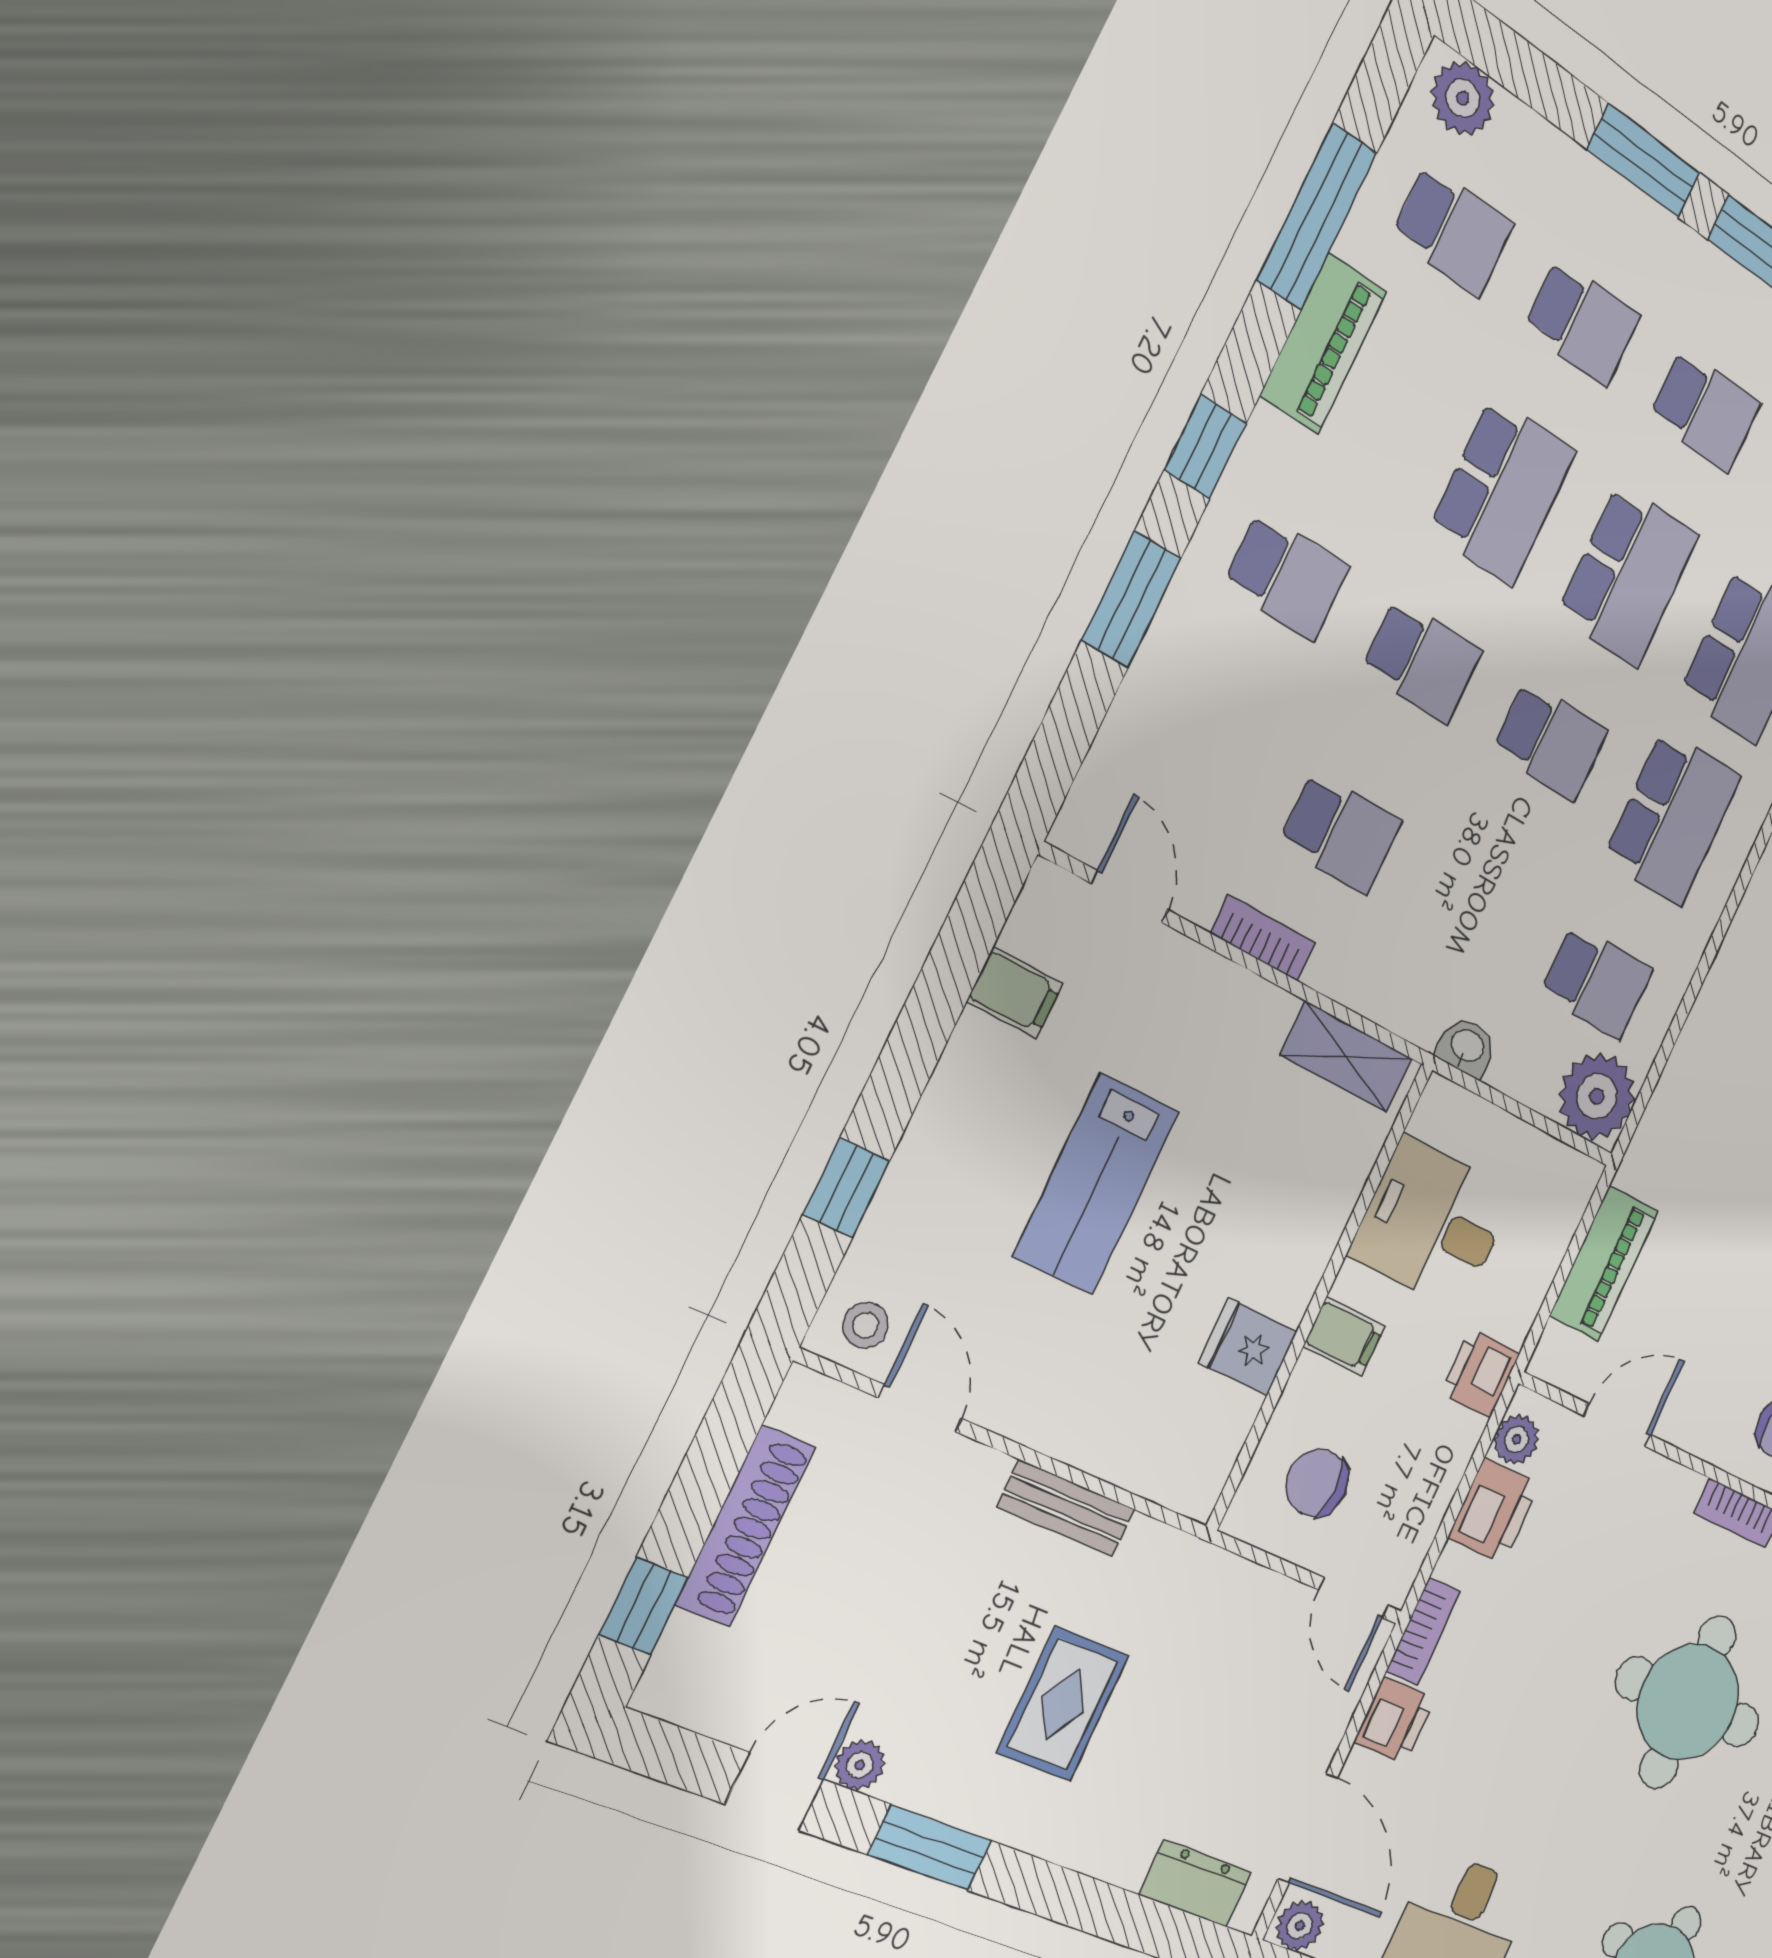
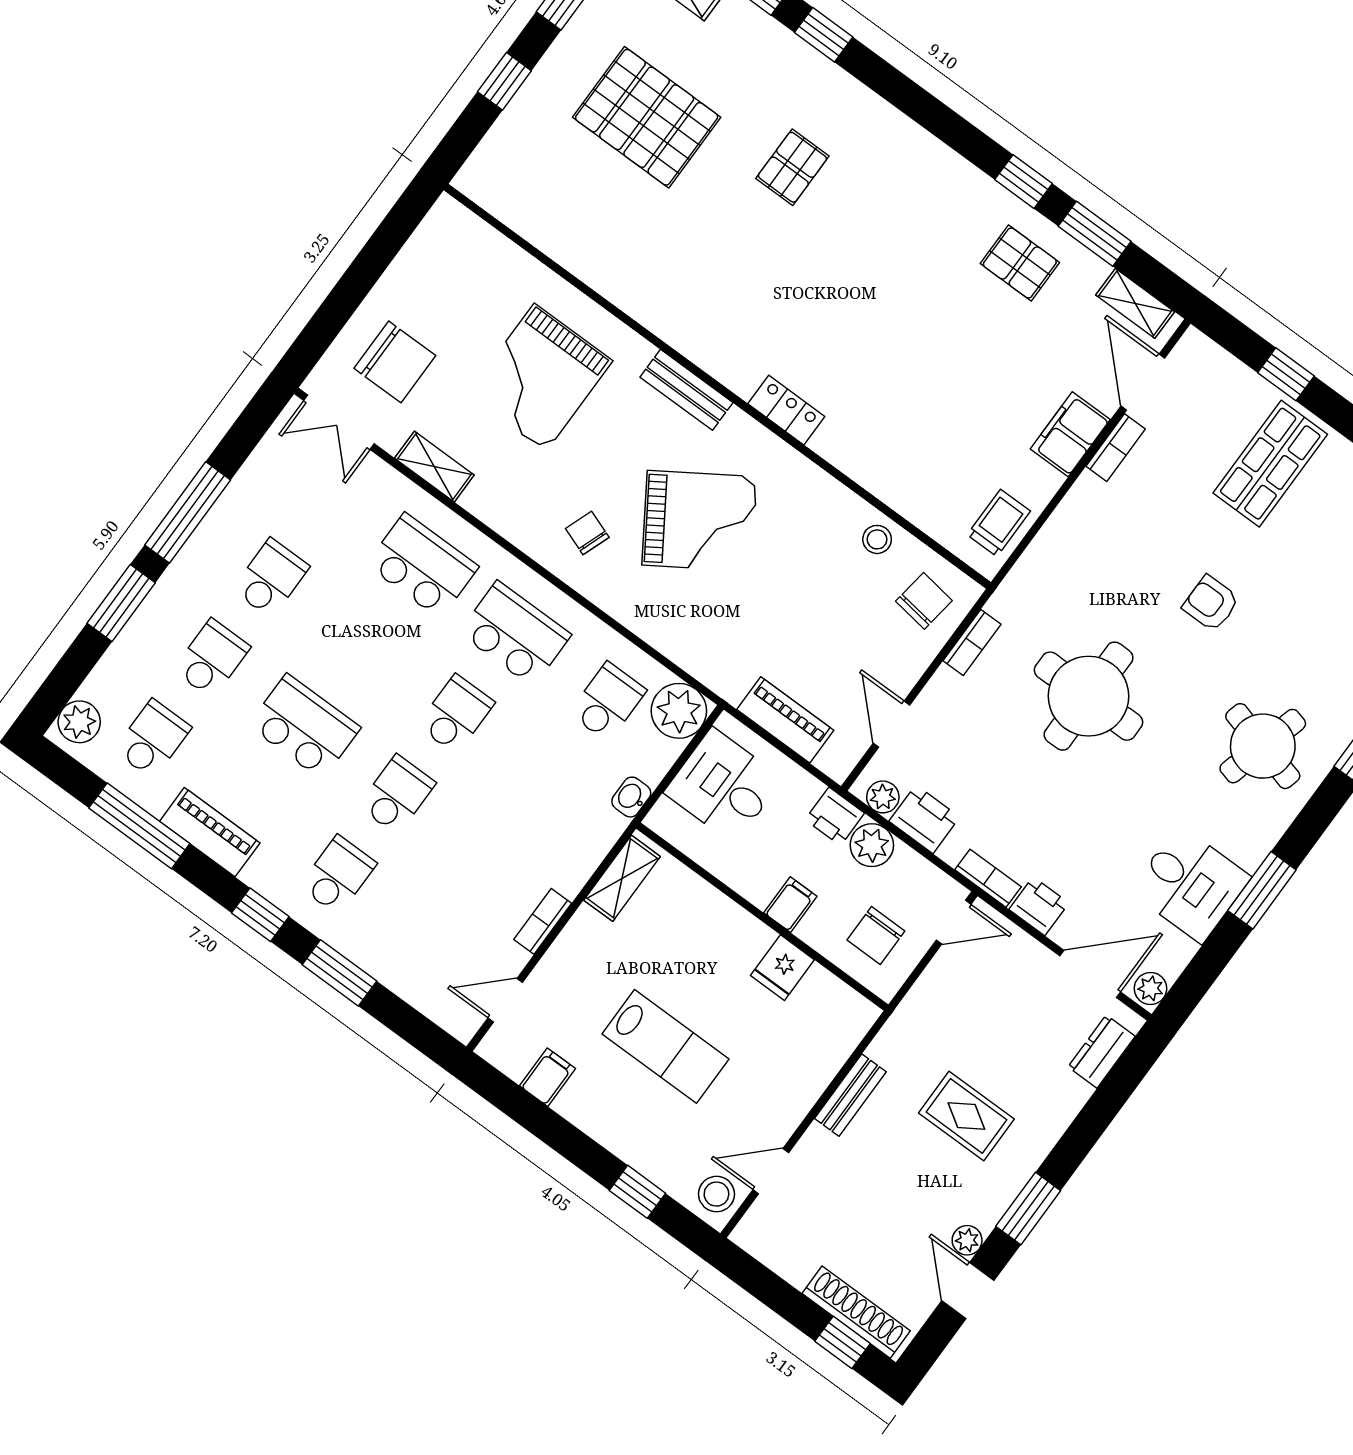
school desk: (1628, 575) -> (363, 646), removed
school desk: (1340, 833) -> (489, 863), removed
desk: (1432, 1224) -> (723, 786), moved, turned 90
stool: (866, 1325) -> (716, 1194), width x1.37, depth x1.37
plant: (1447, 1441) -> (872, 845), added
shoe rack: (745, 1526) -> (856, 1312), moved

